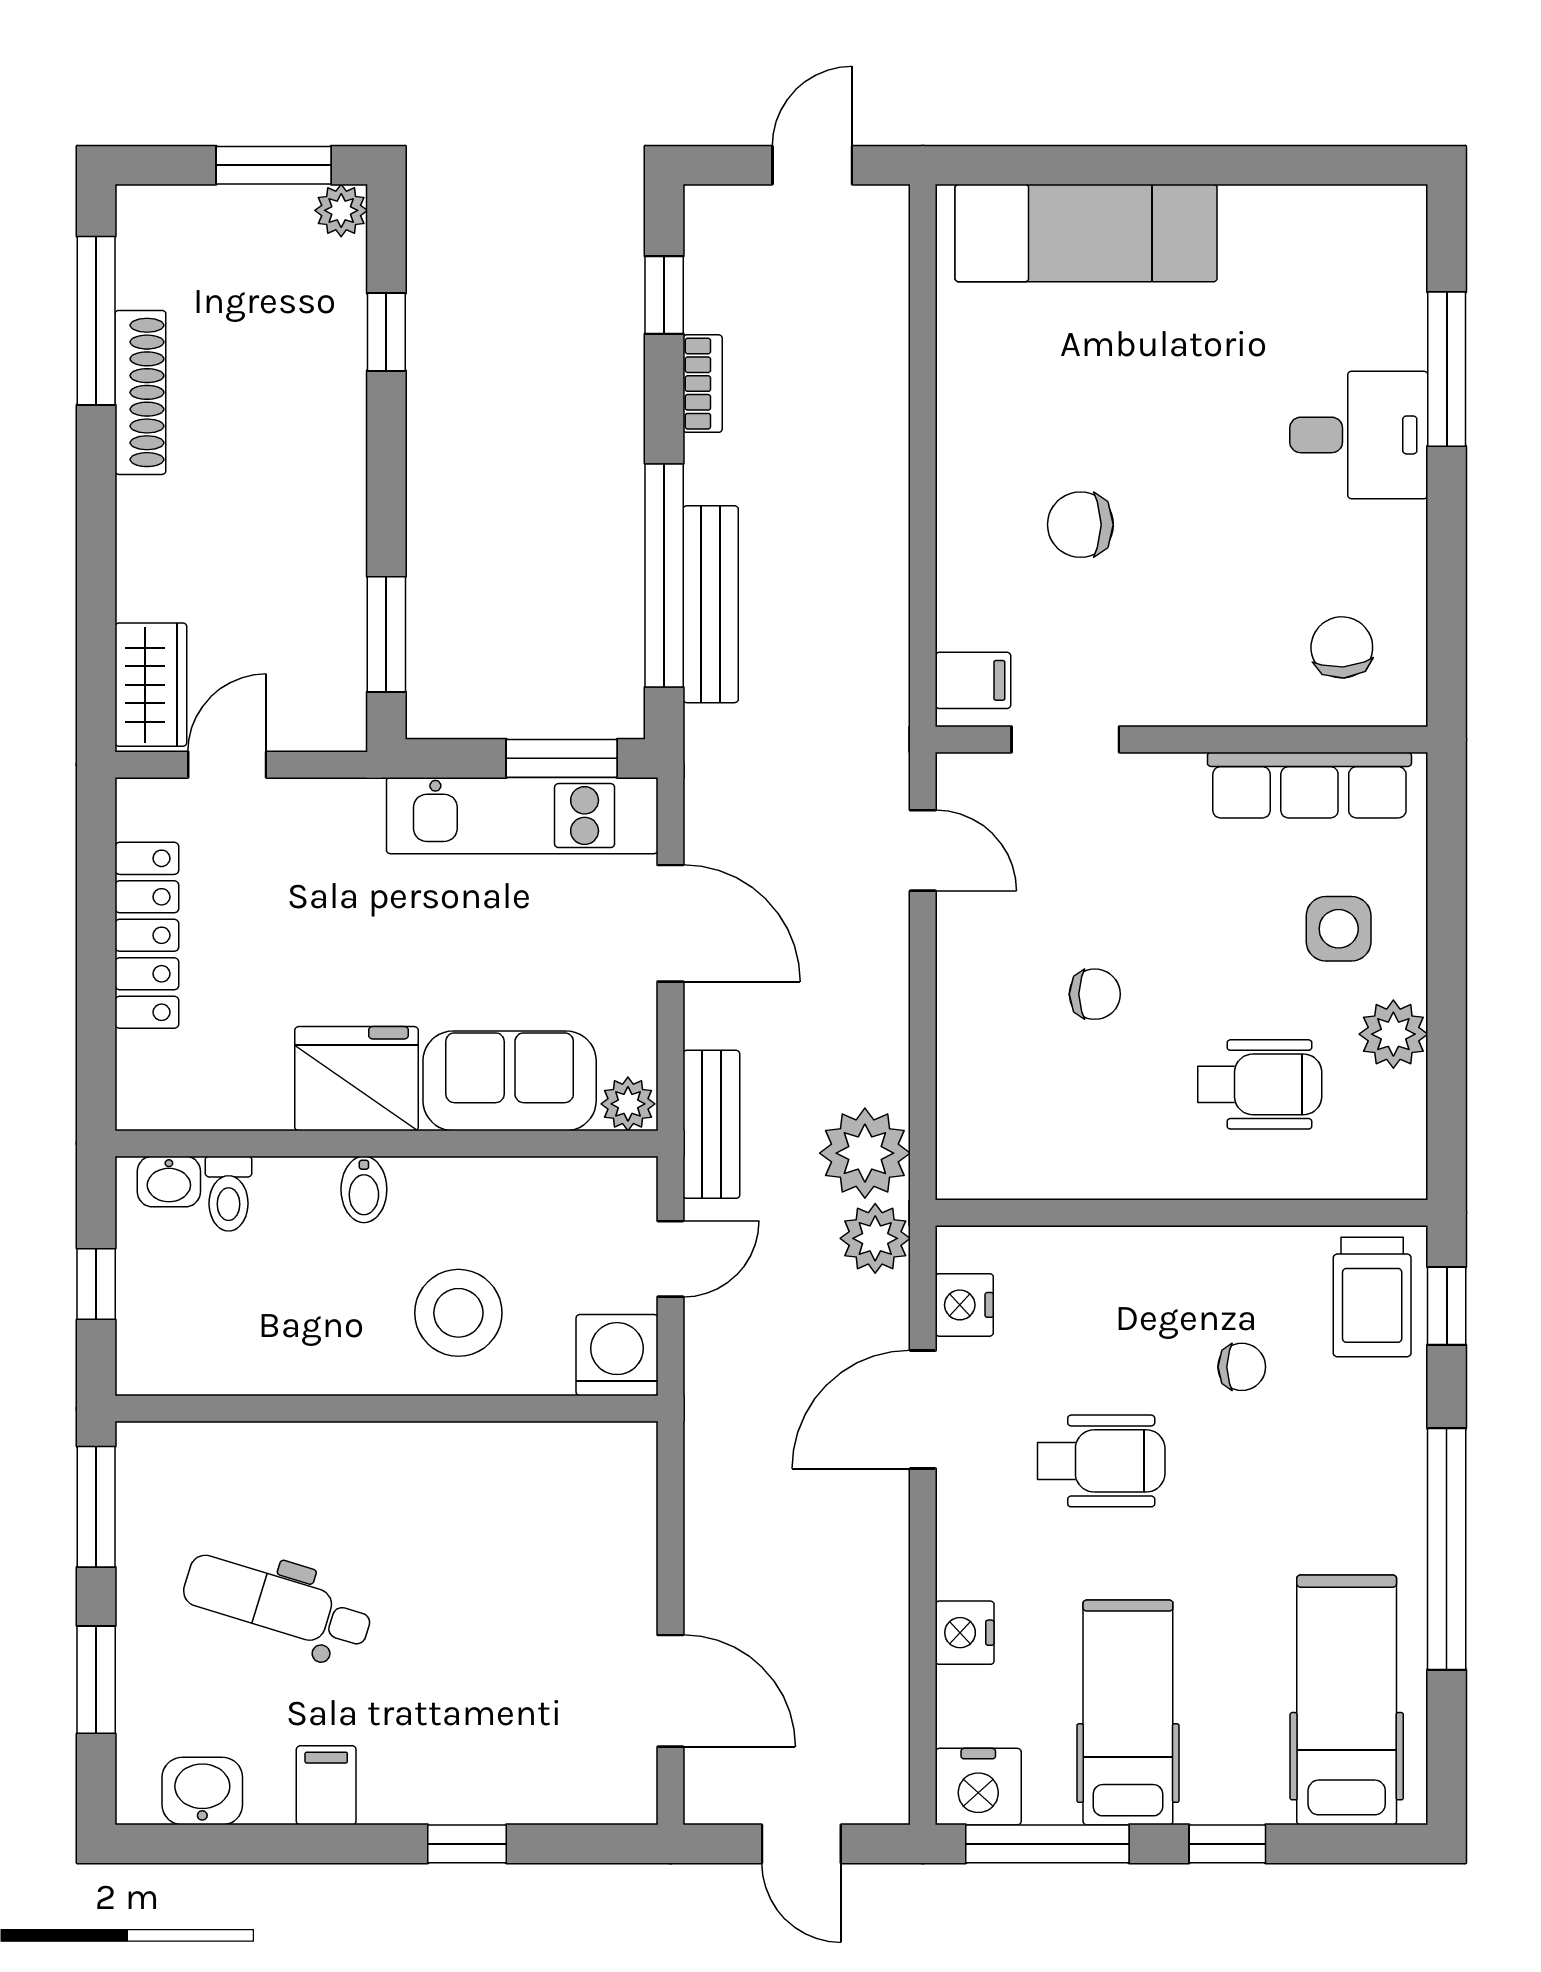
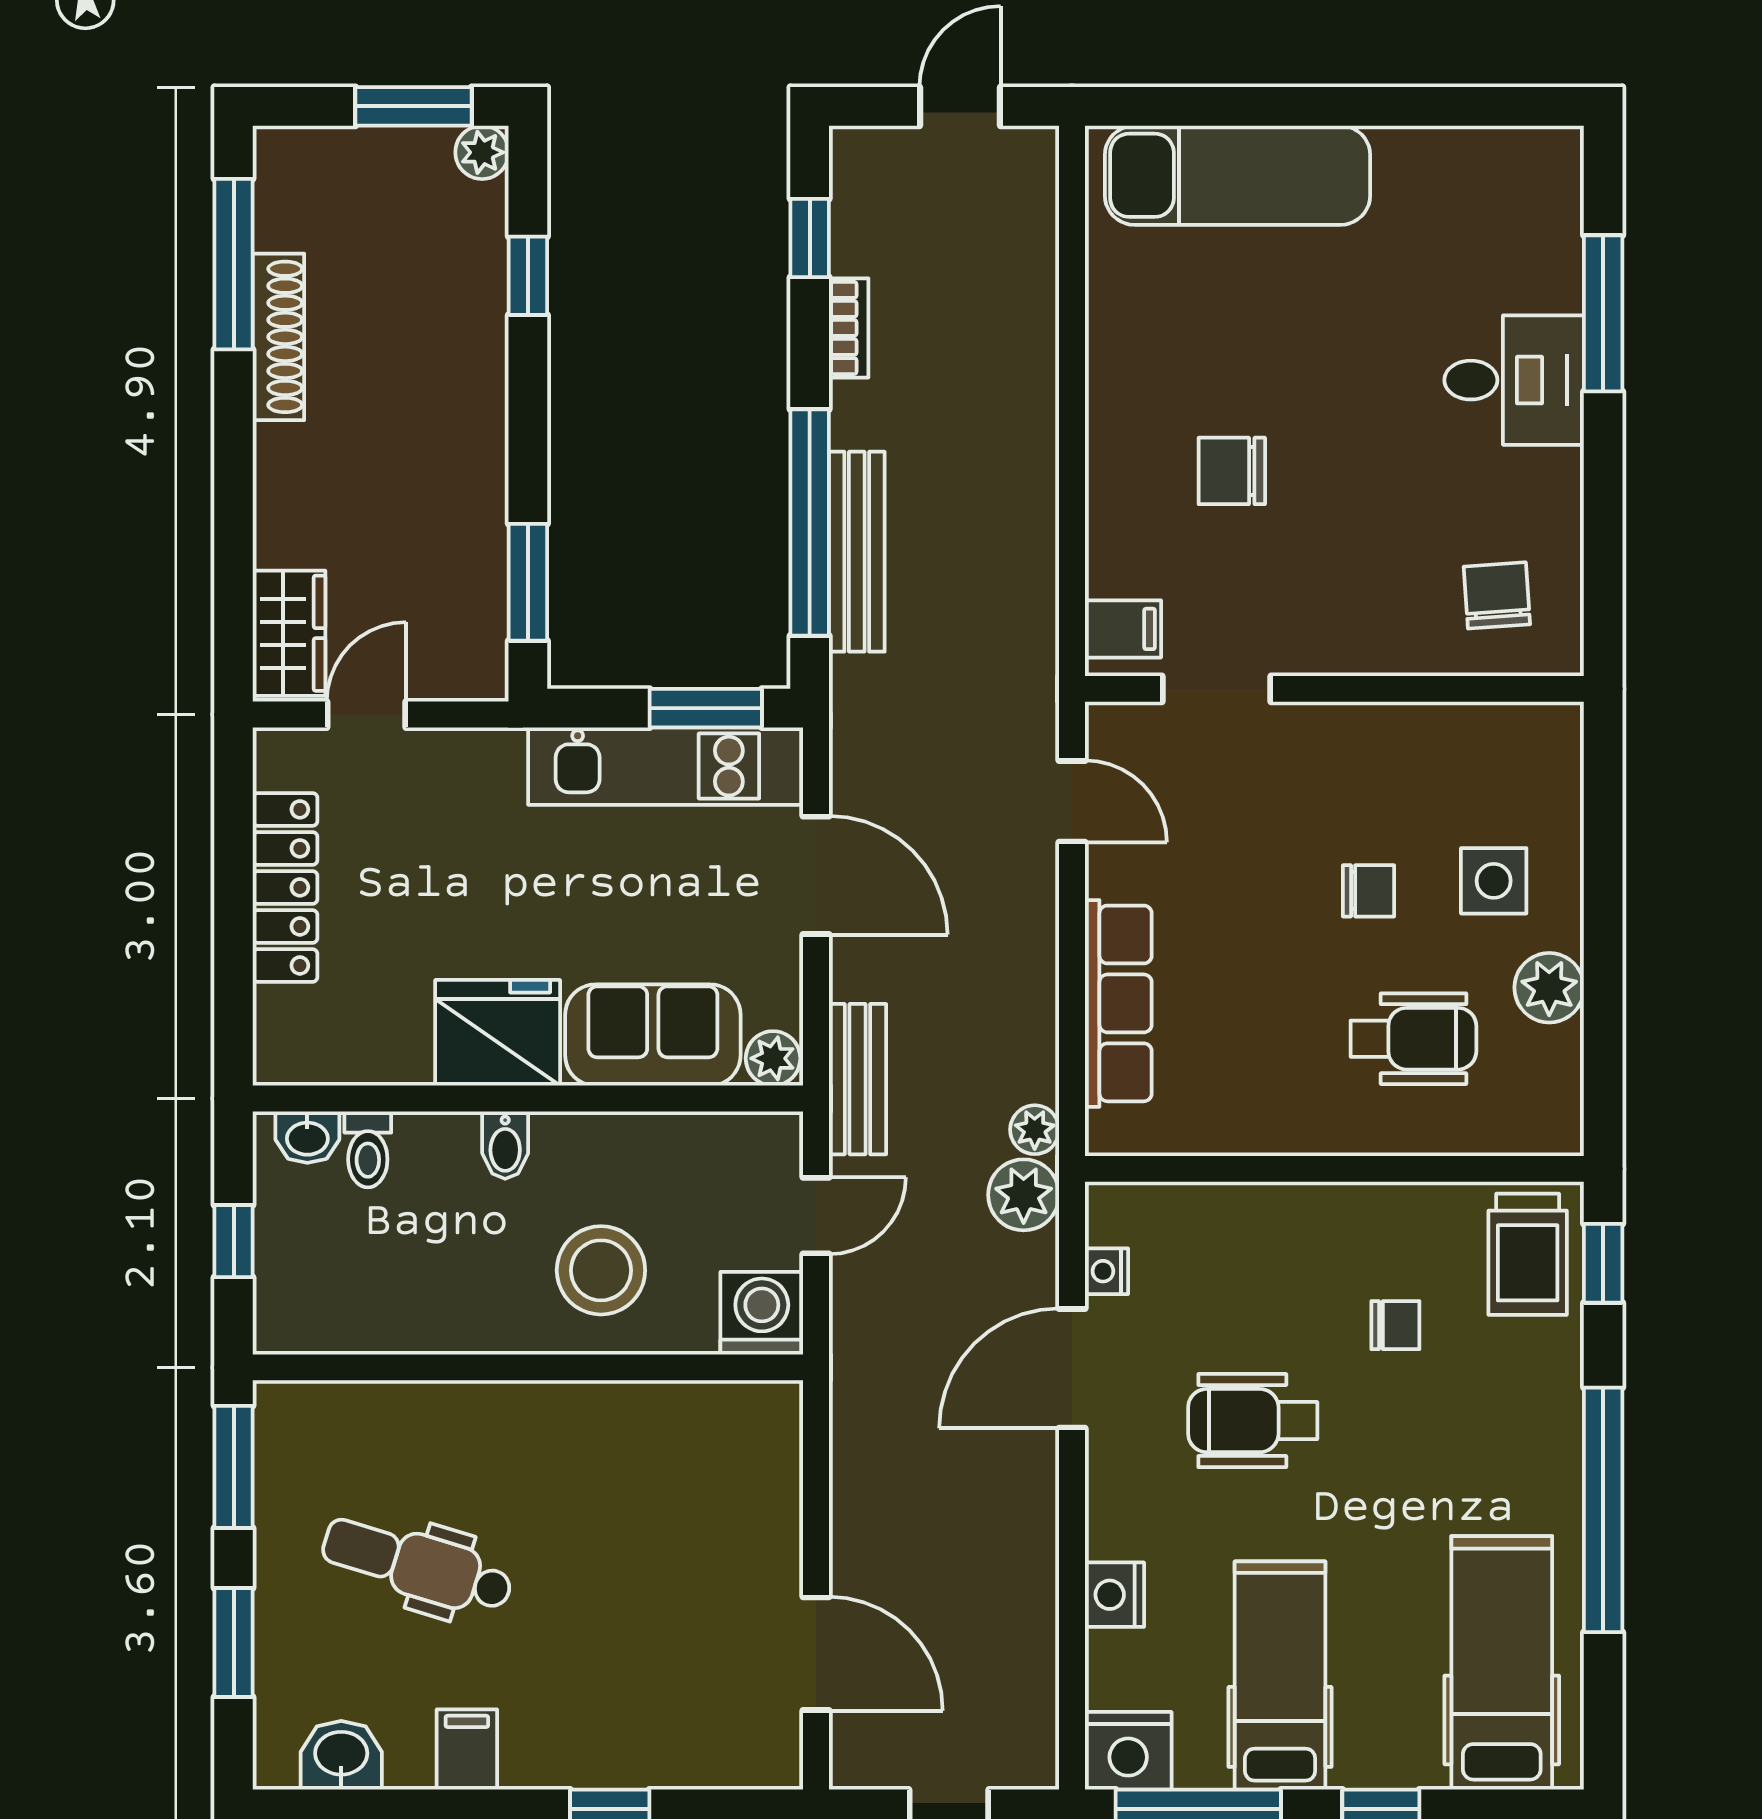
row of seats: (1309, 785) -> (1118, 1003), moved, turned -90
chair: (1095, 994) -> (1368, 891), moved
plant: (865, 1153) -> (1035, 1130), width x0.53, depth x0.53
nightstand: (964, 1305) -> (1106, 1271), width x0.72, depth x0.74
wheelchair: (1101, 1461) -> (1253, 1421), turned 180

